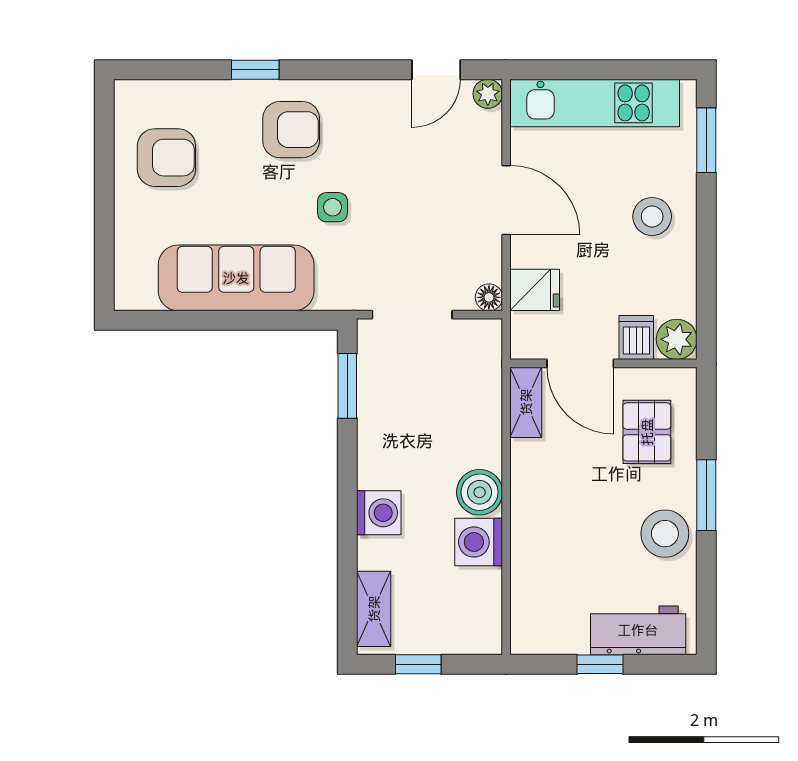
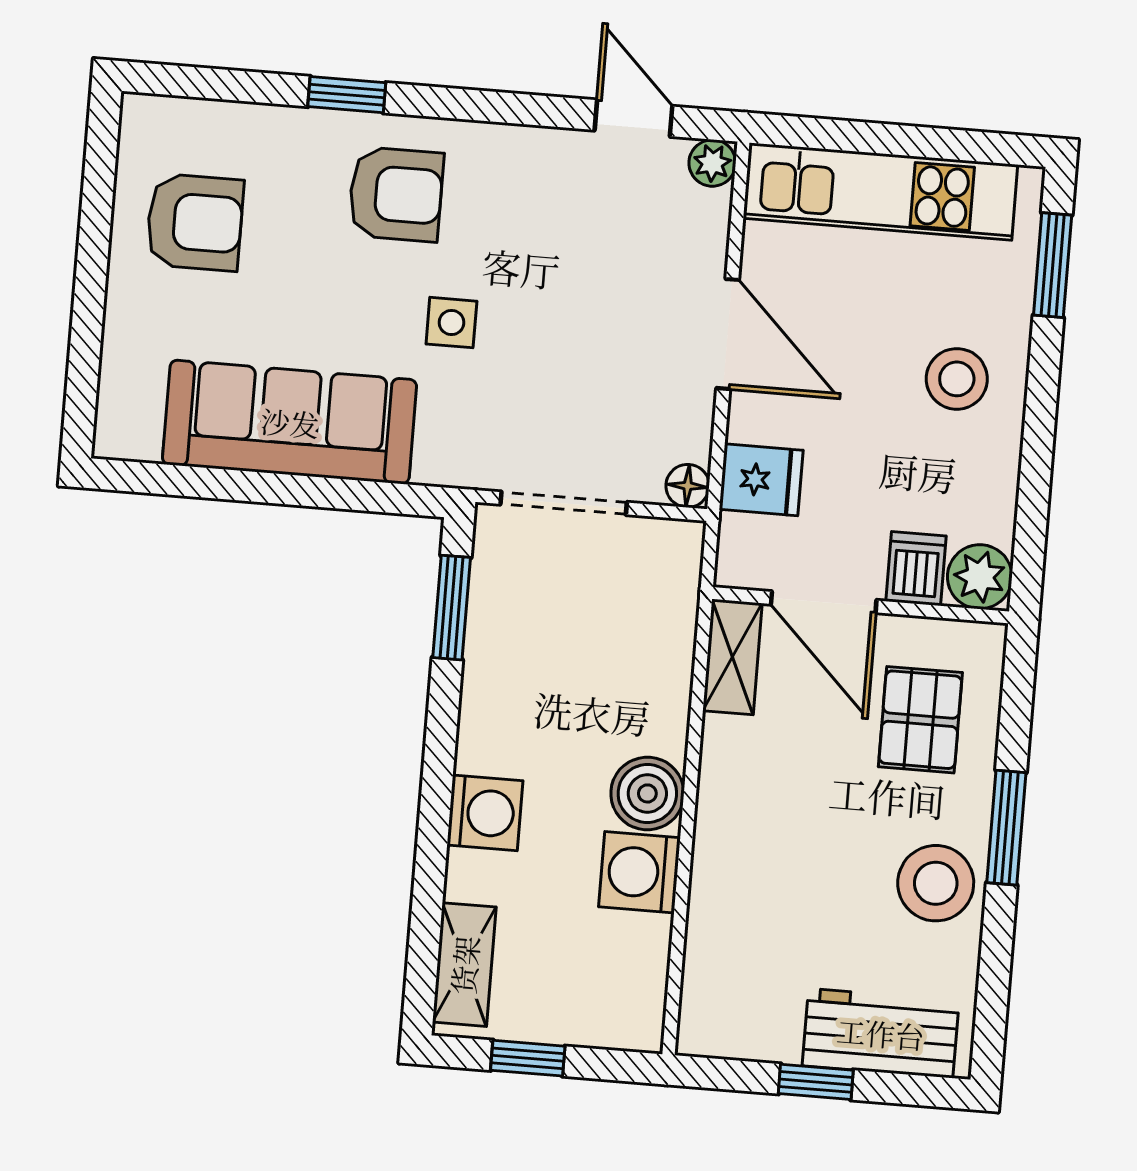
door: (436, 70) -> (634, 118), swing flipped

